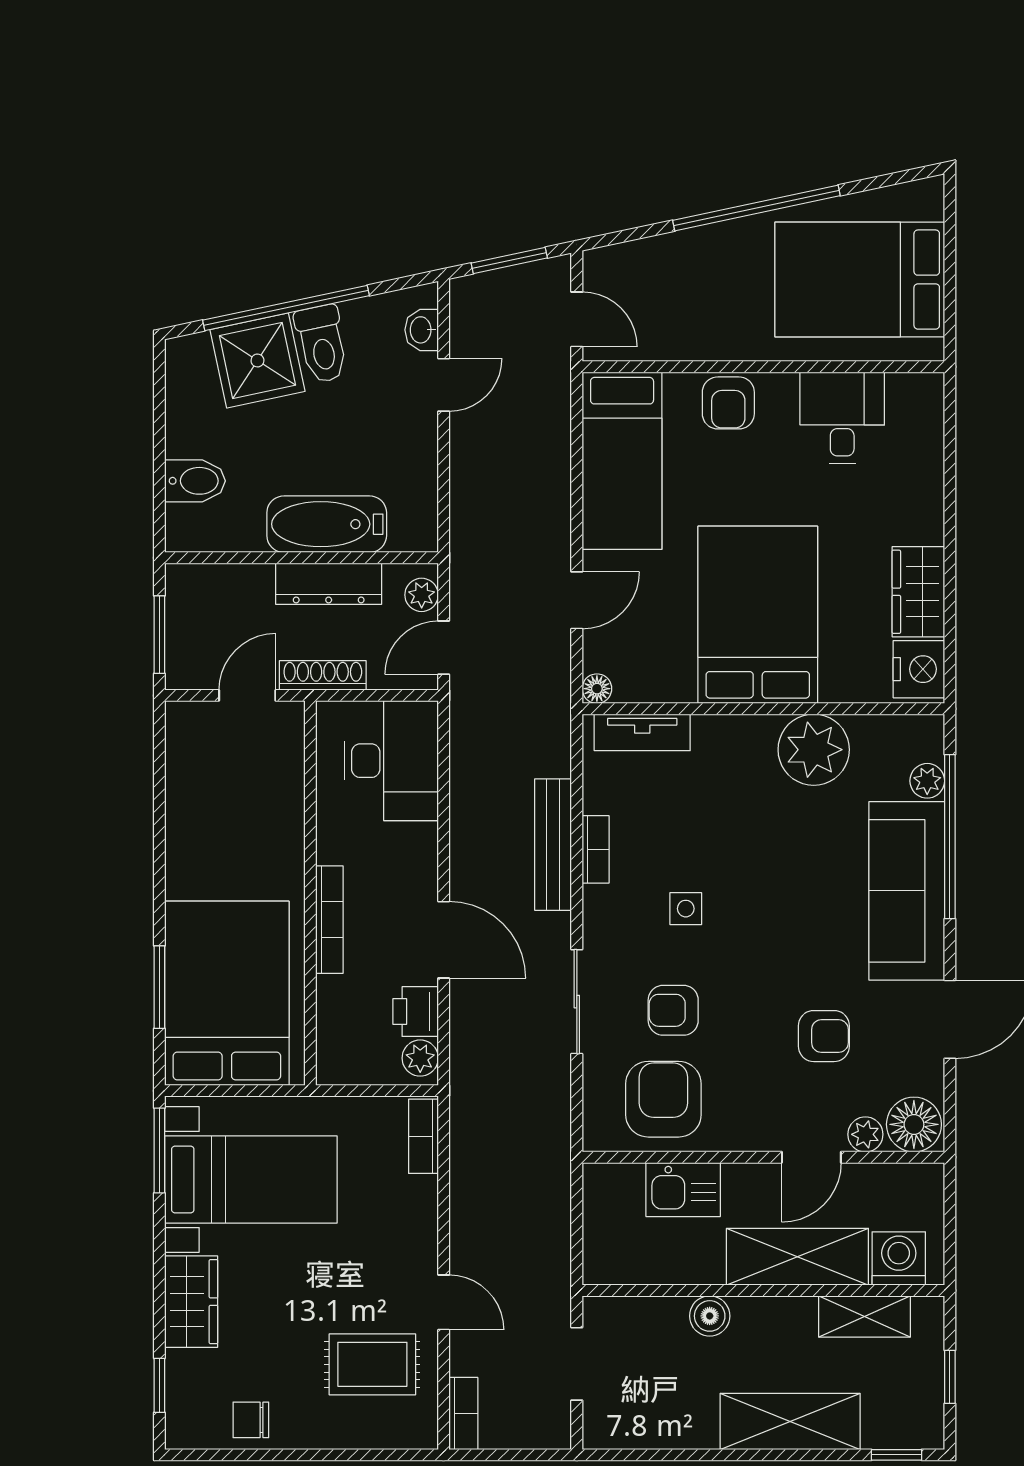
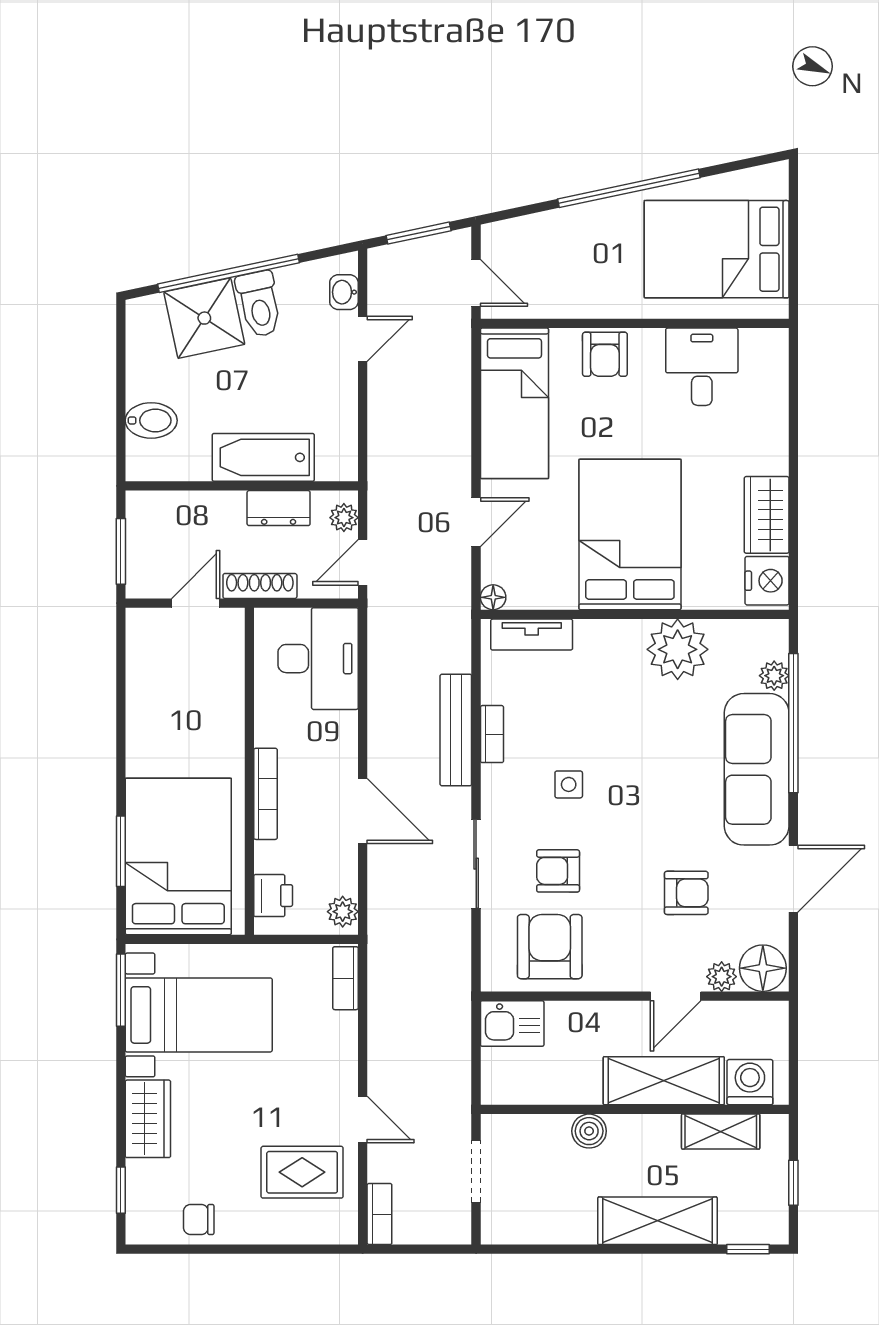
dresser: (329, 584) -> (279, 508), width x0.70
printer: (416, 1012) -> (273, 896), moved, turned 180
kitchen sink: (683, 1190) -> (512, 1024), moved

